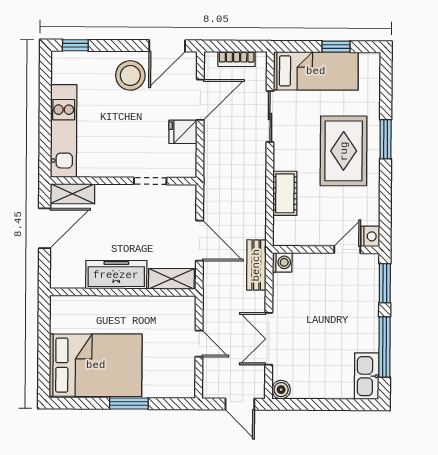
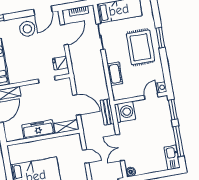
fridge: (183, 132) -> (60, 63), moved
washing machine: (282, 262) -> (125, 112), width x1.89, depth x1.89

